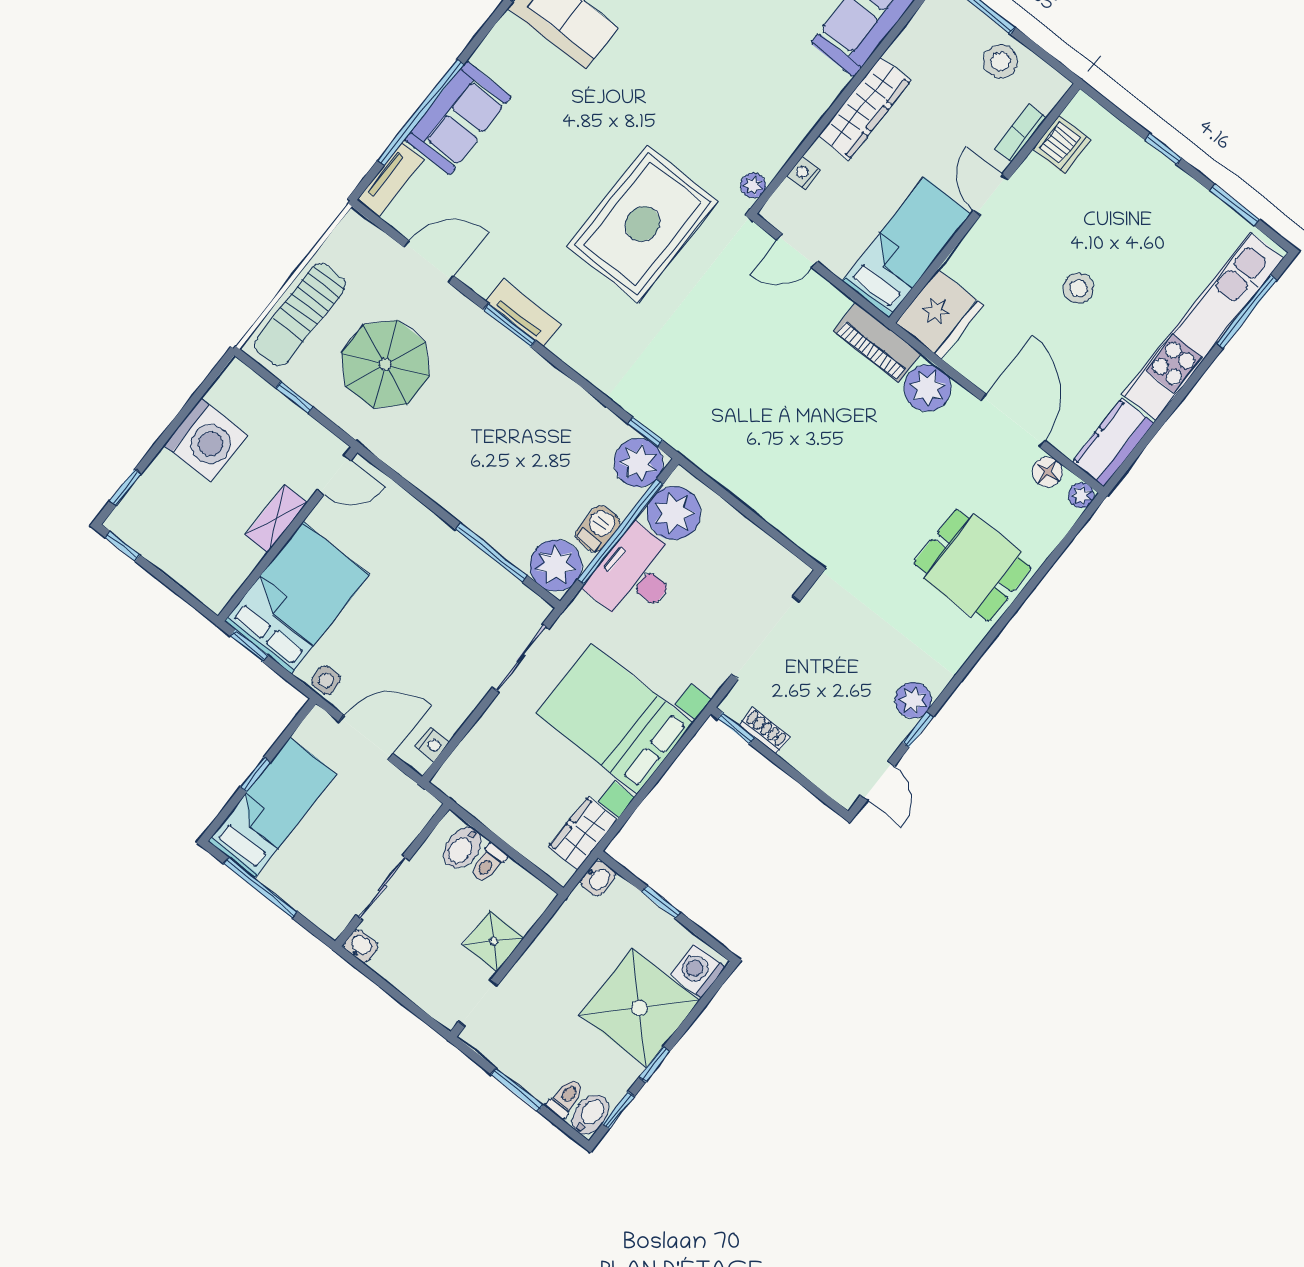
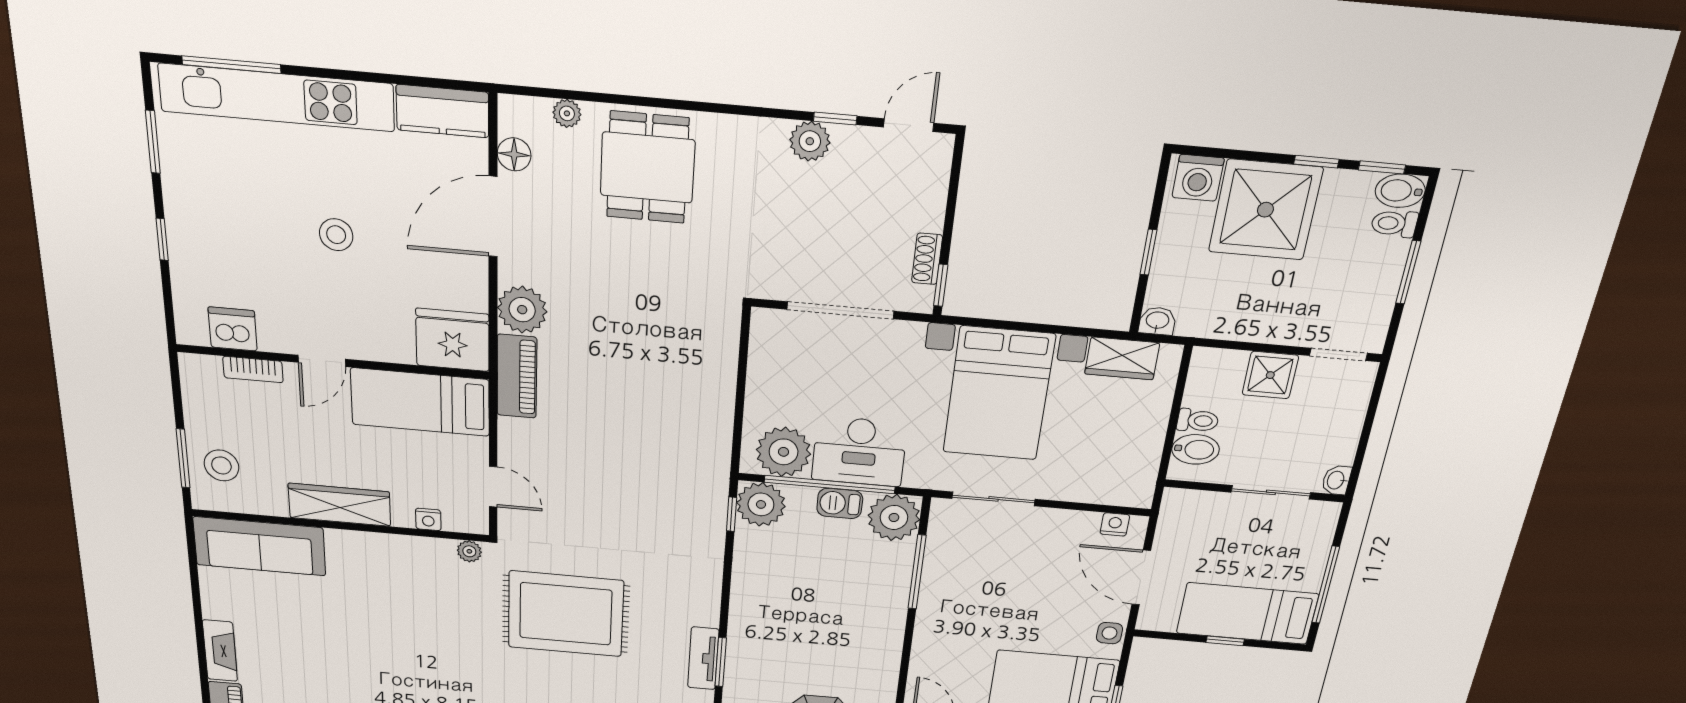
stool: (1001, 61) -> (221, 465), moved
plant: (1081, 495) -> (567, 113), moved

